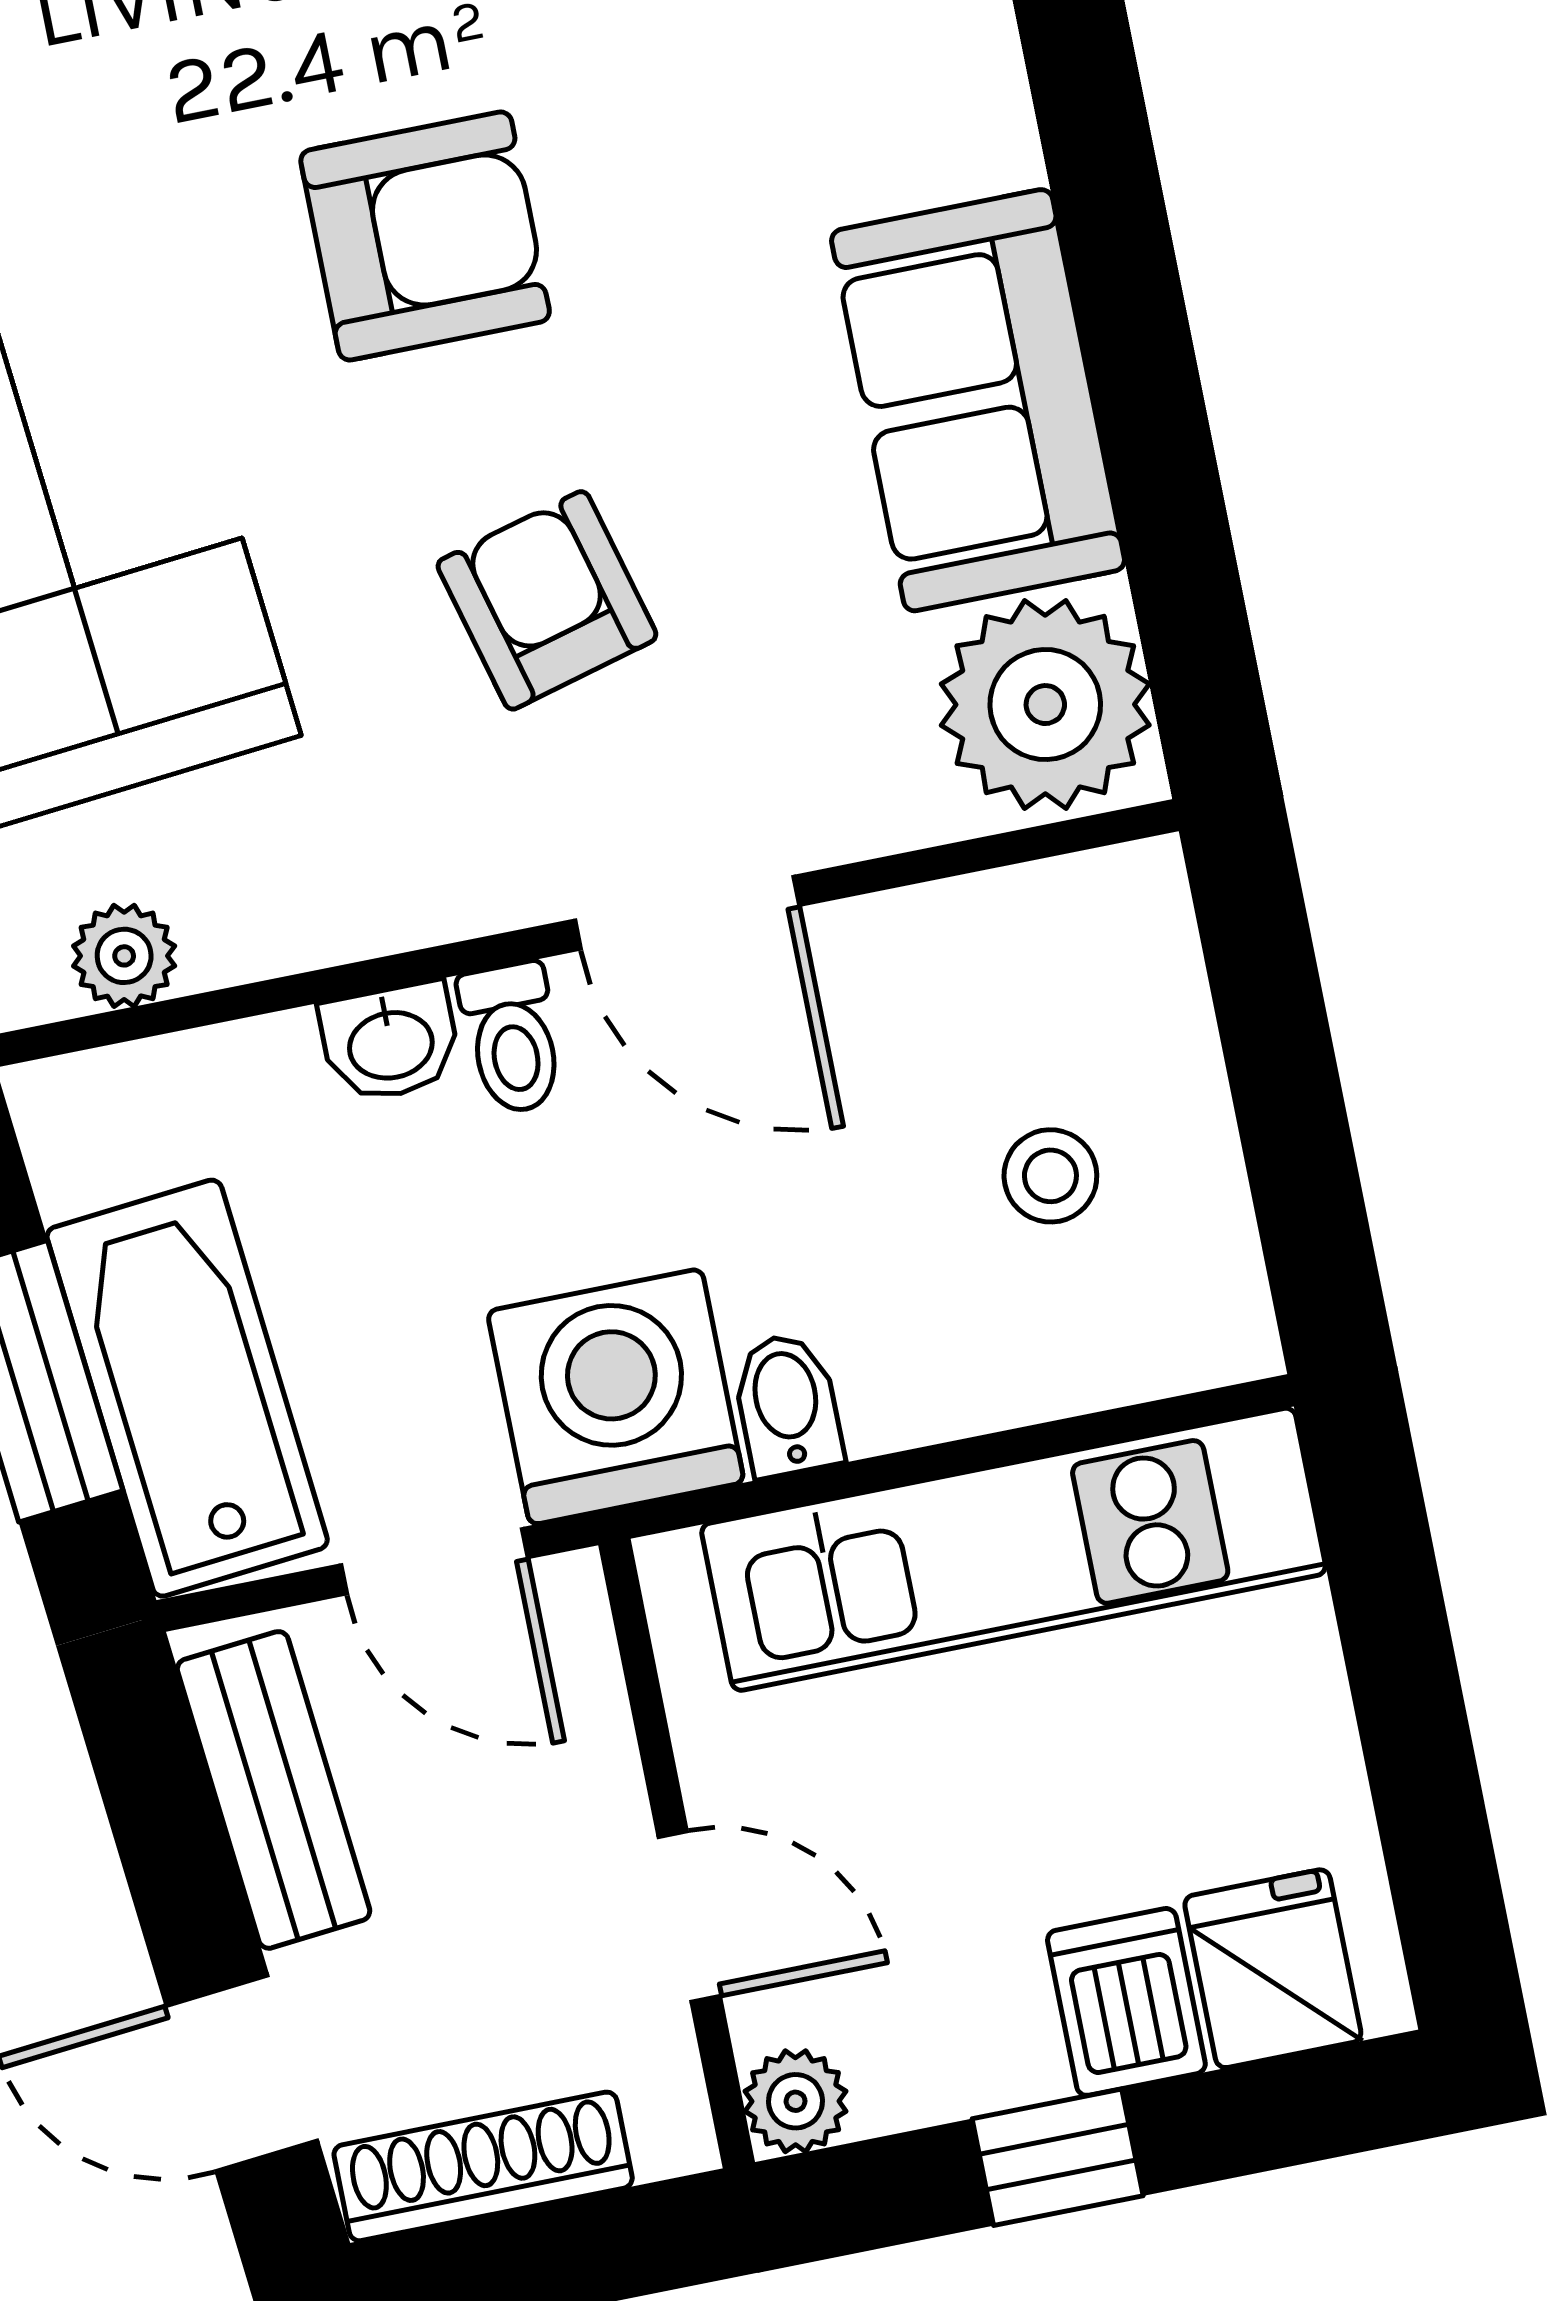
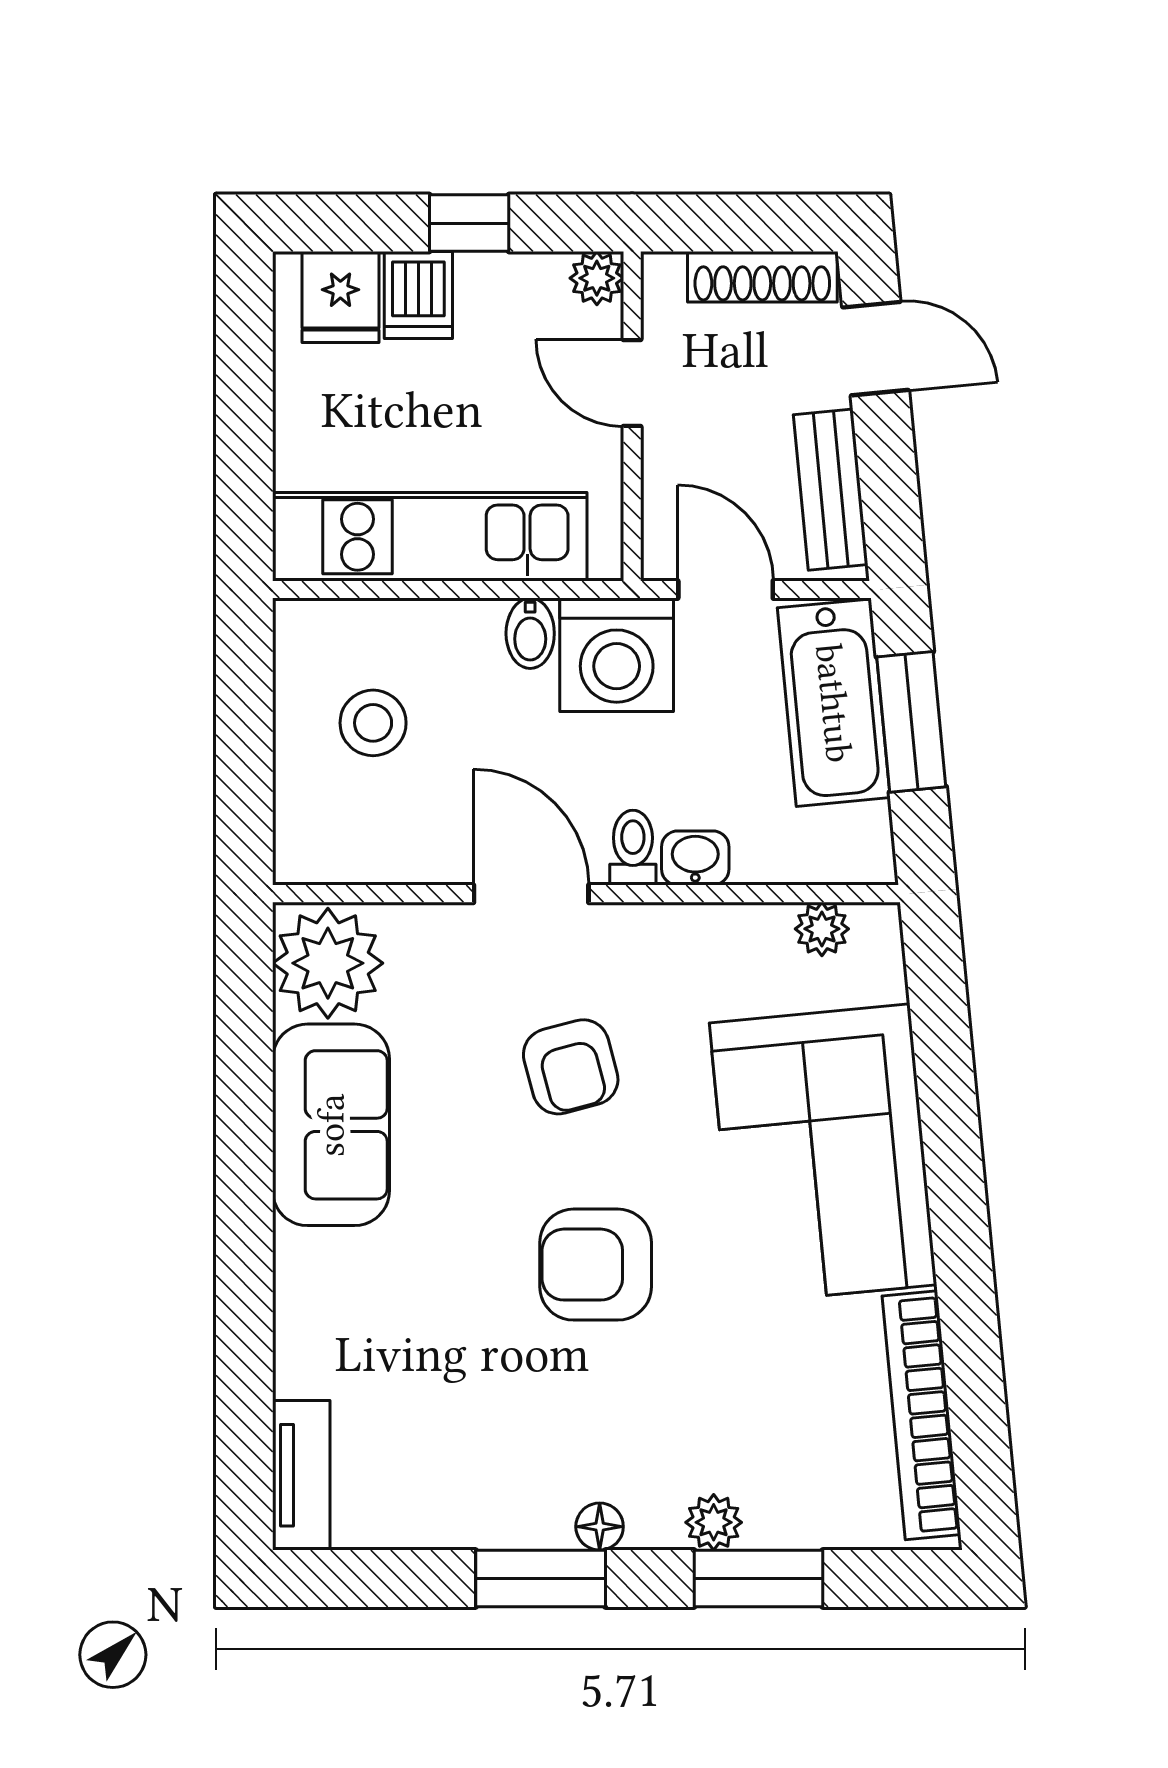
stool: (1050, 1176) -> (373, 723), width x1.37, depth x1.37

